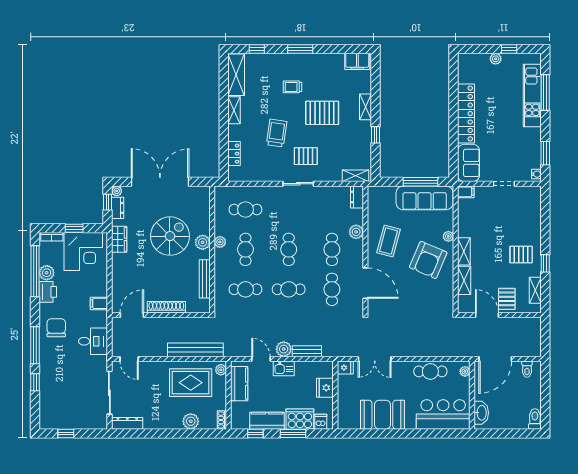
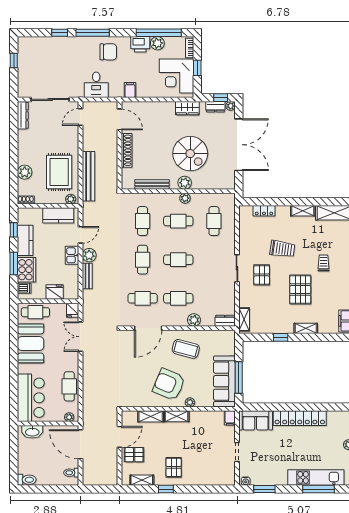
cafe table: (347, 409) -> (35, 312), added

